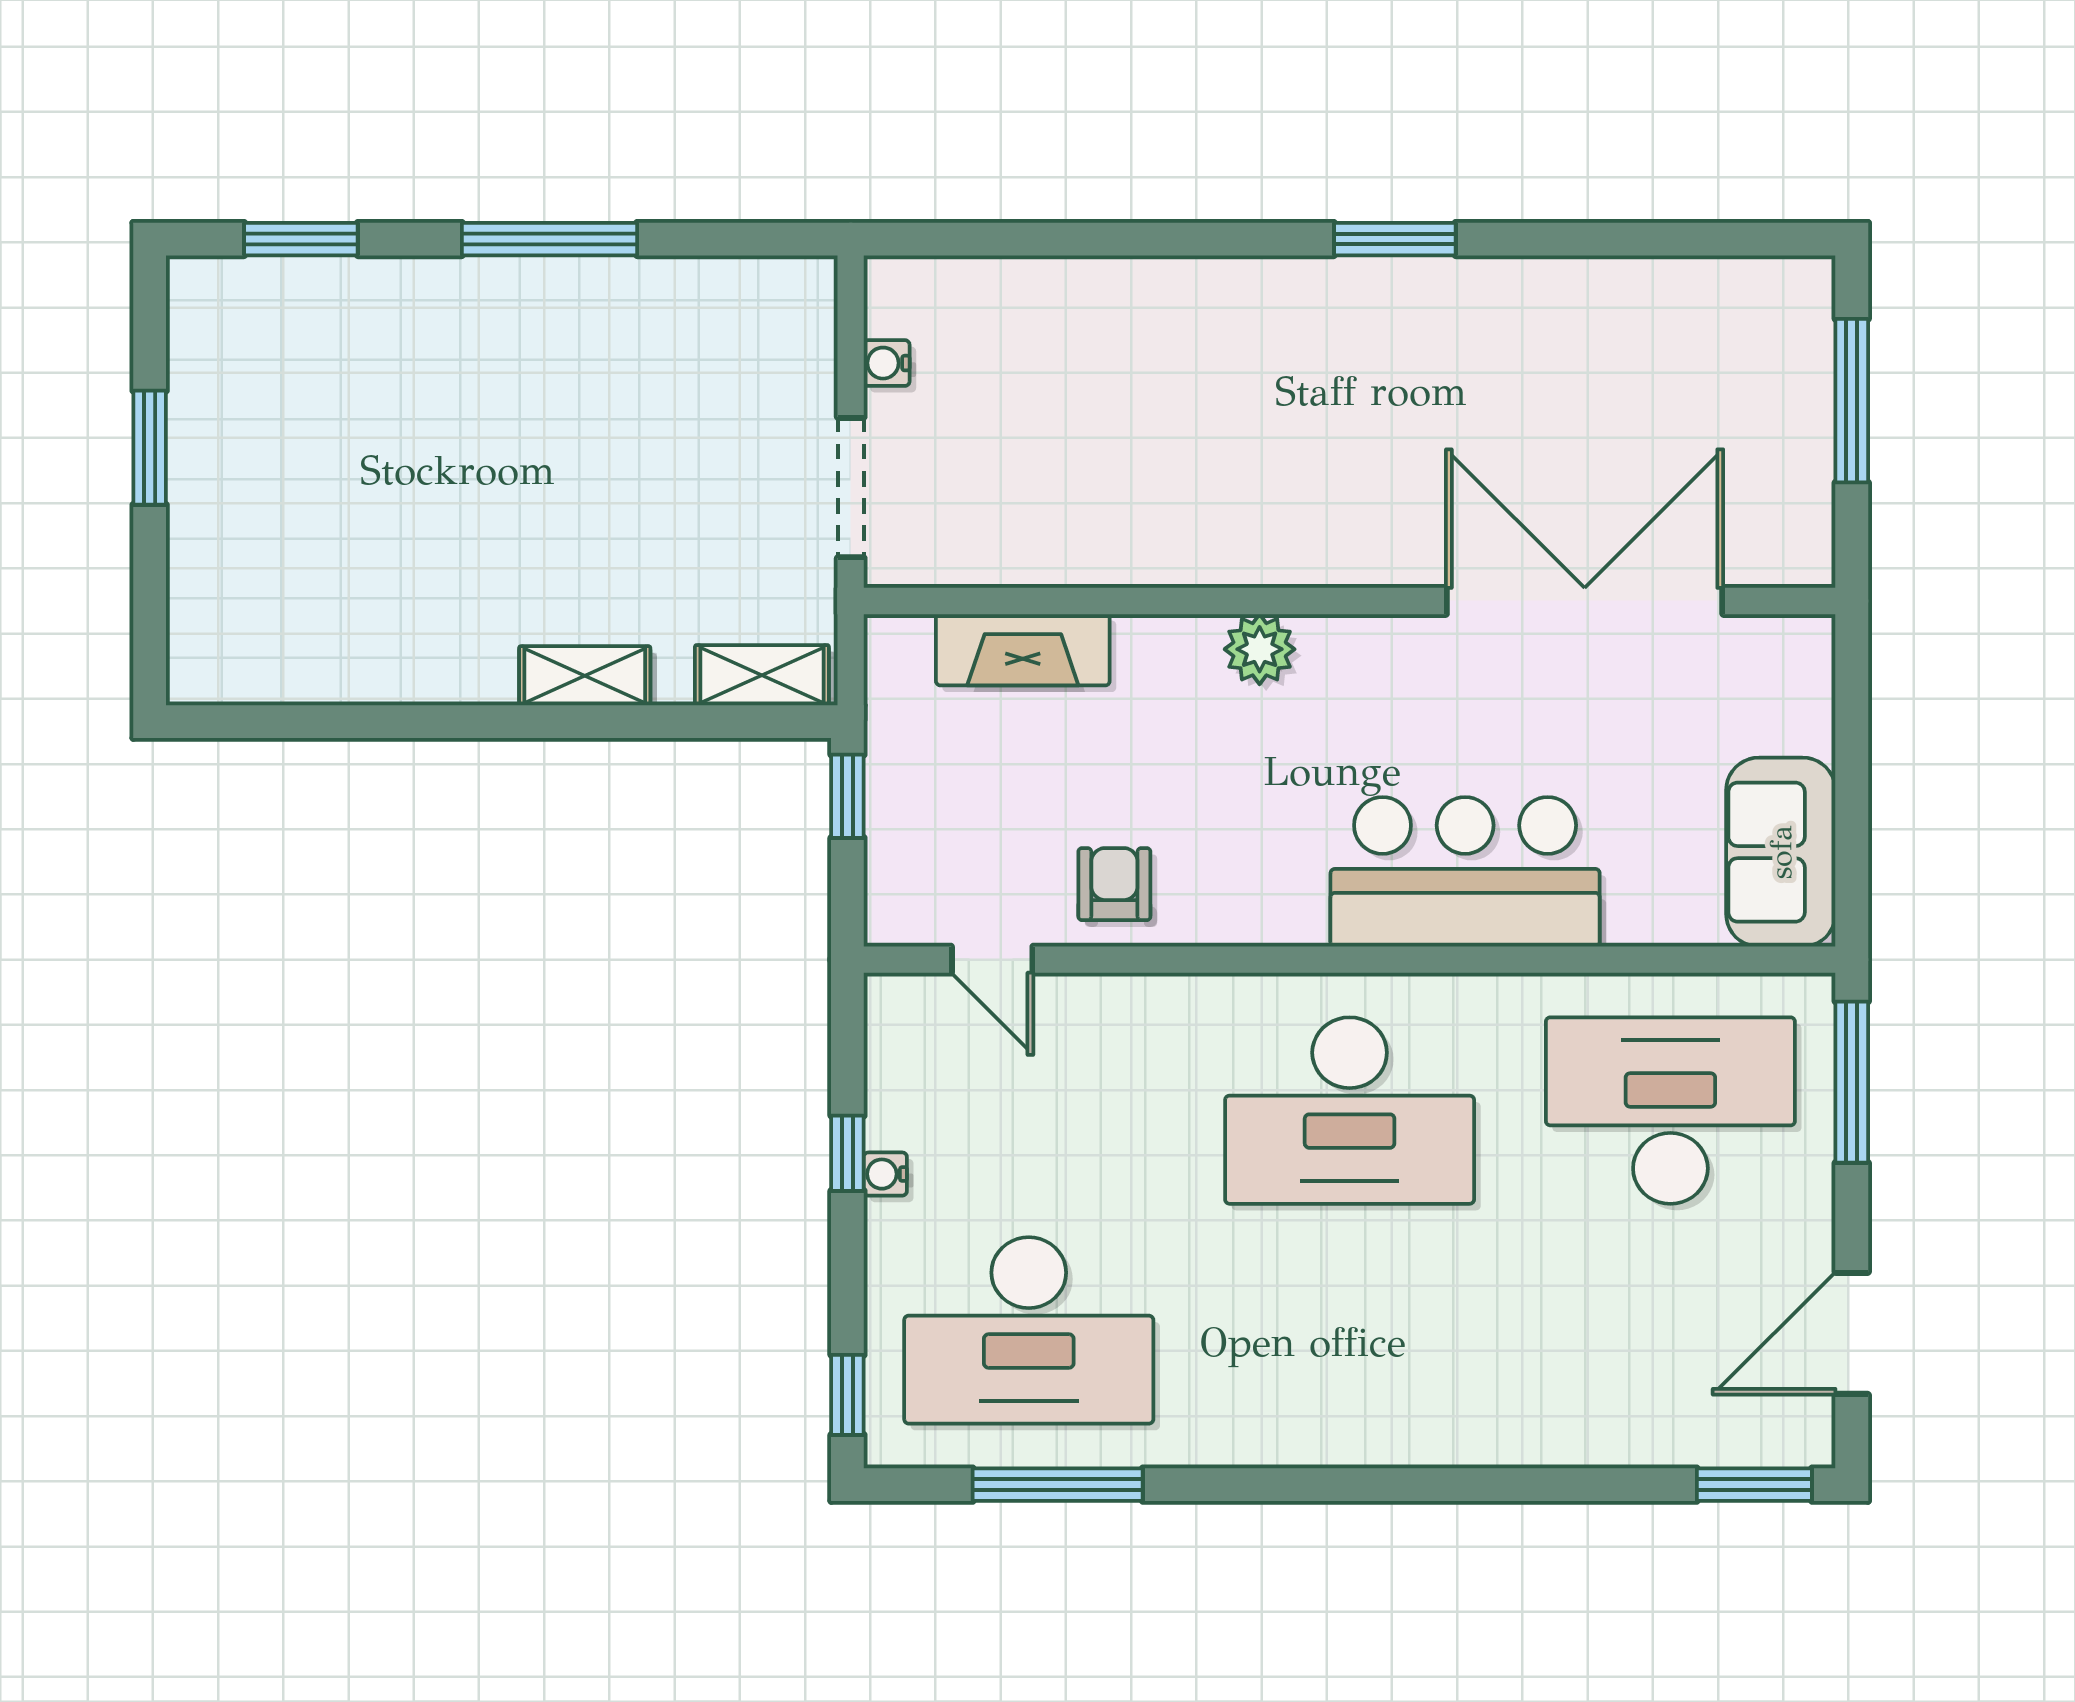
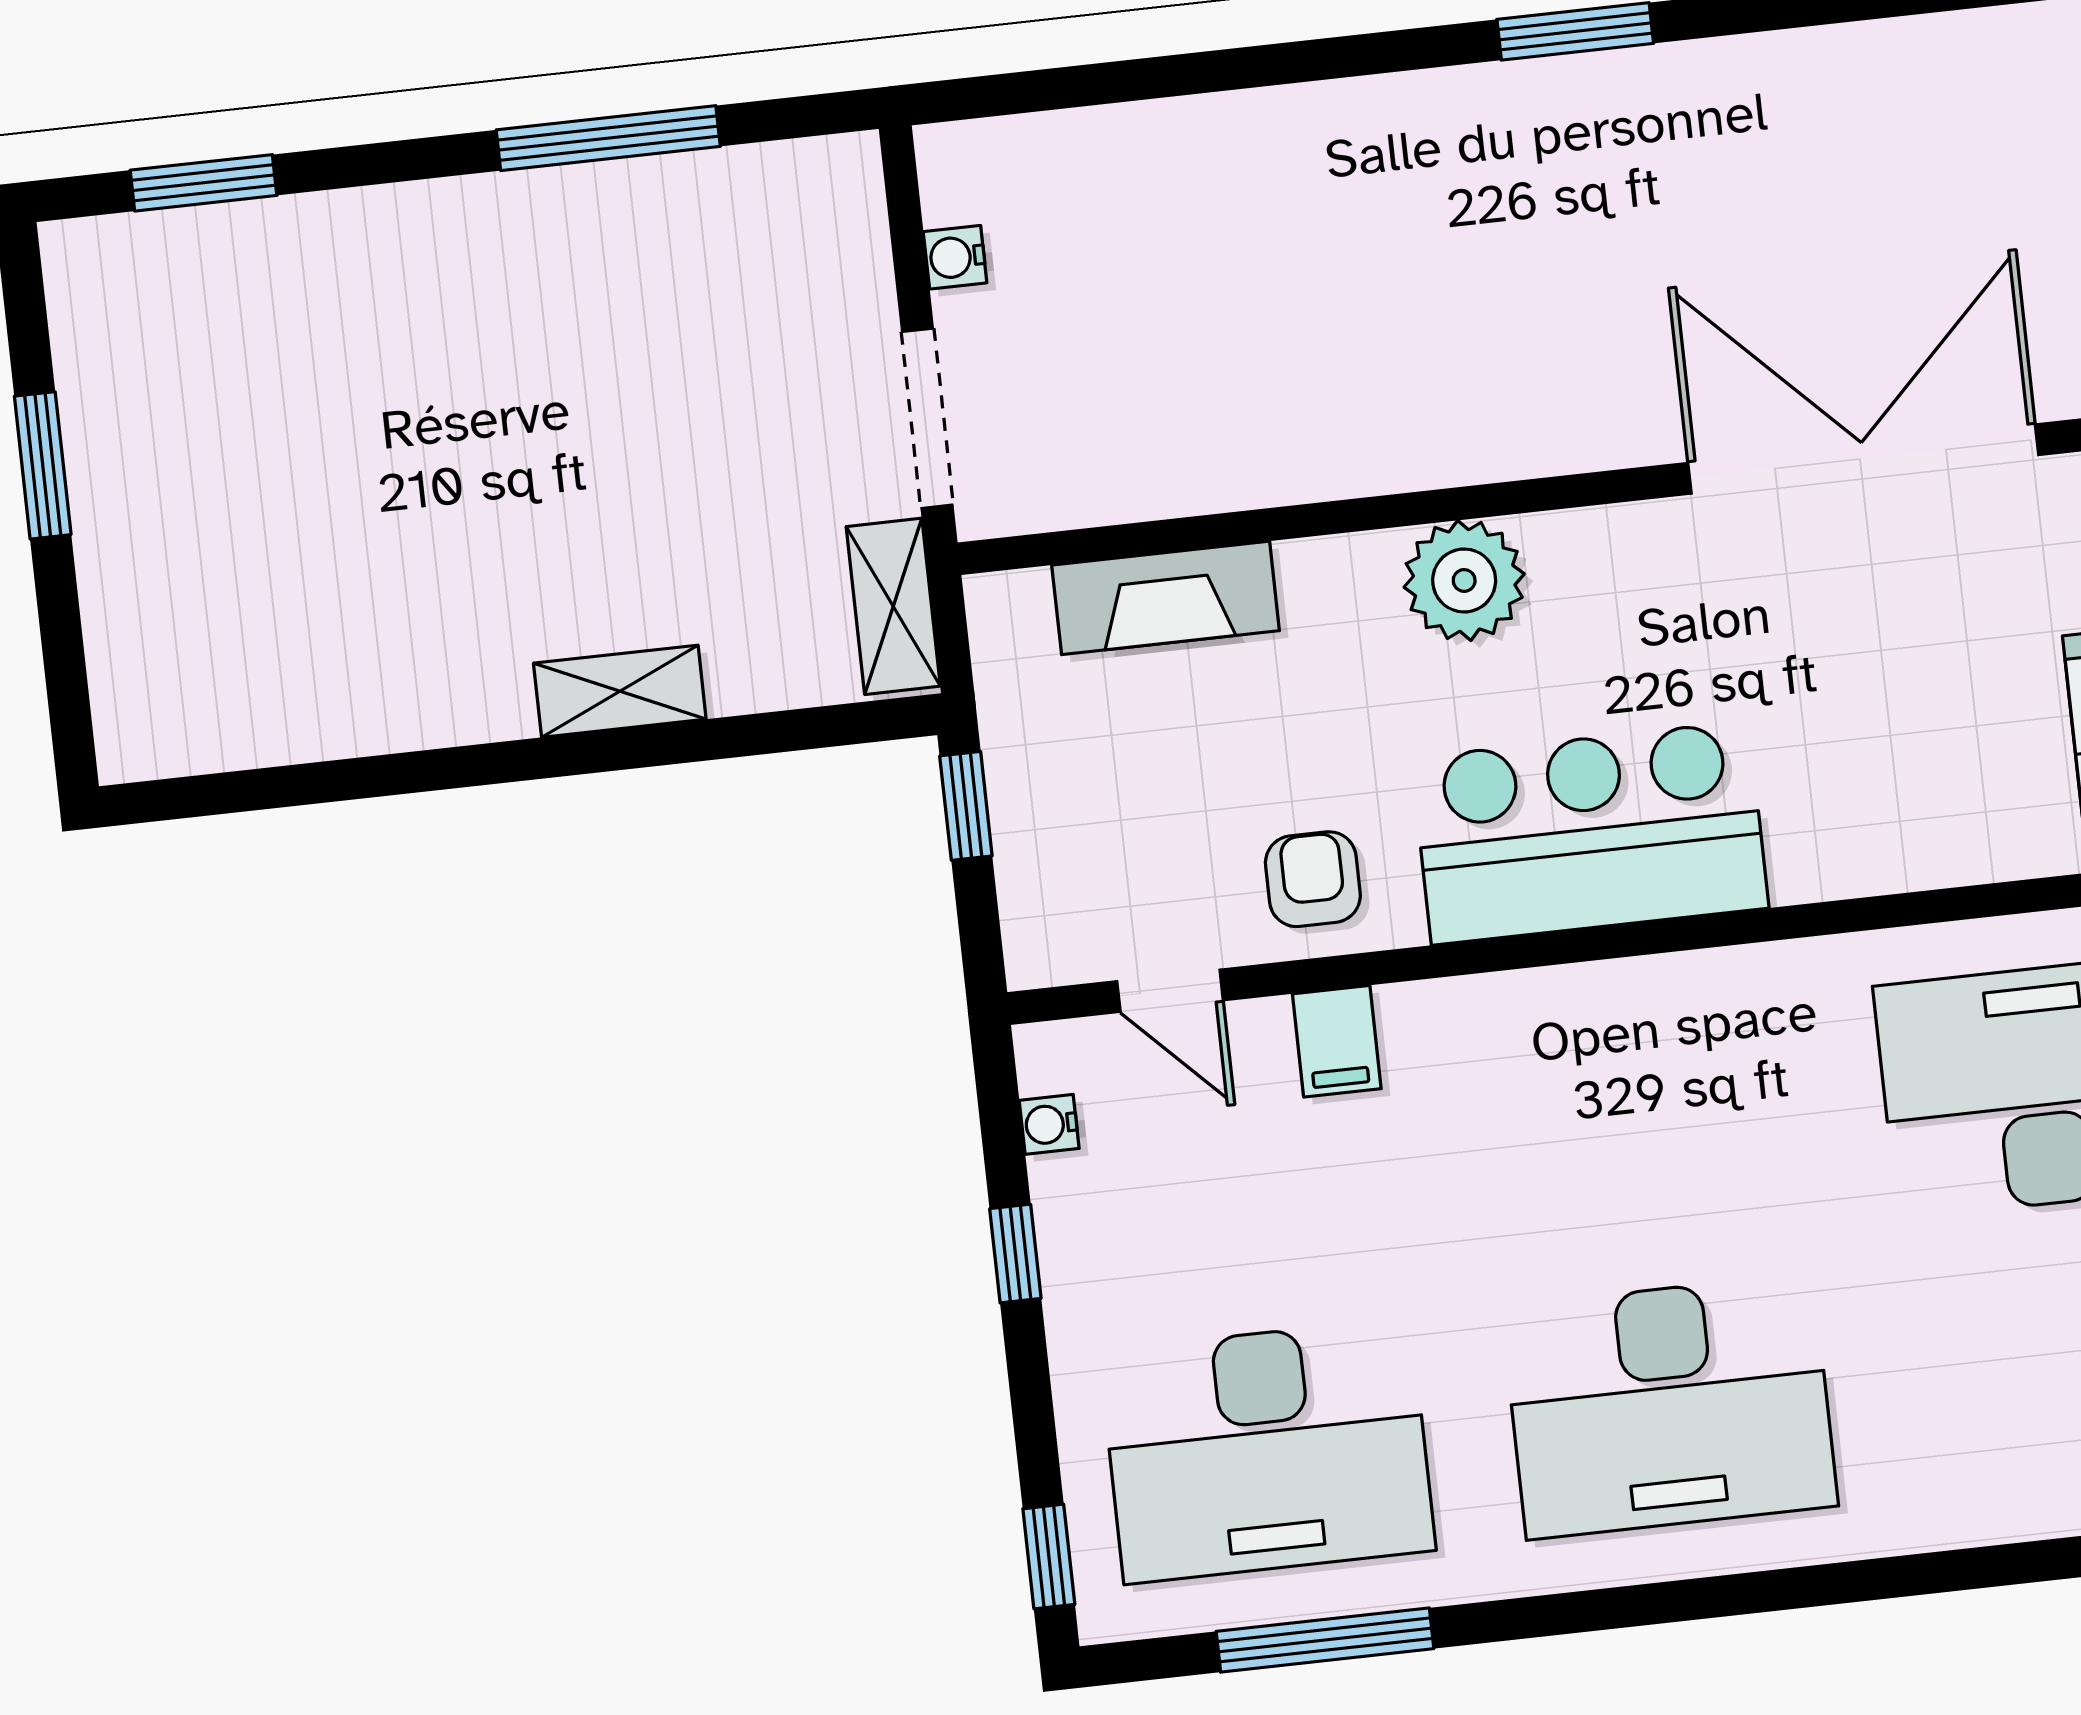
window: (550, 239) -> (608, 138), moved
plant: (1260, 649) -> (1464, 580), width x1.36, depth x1.36
shelving: (762, 675) -> (893, 606), moved, turned 90
bar counter: (1465, 872) -> (1590, 833), moved
filing cabinet: (1119, 1014) -> (1337, 1041), added
desk: (1350, 1111) -> (1670, 1406), moved
water cooler: (885, 1174) -> (1049, 1124), moved

